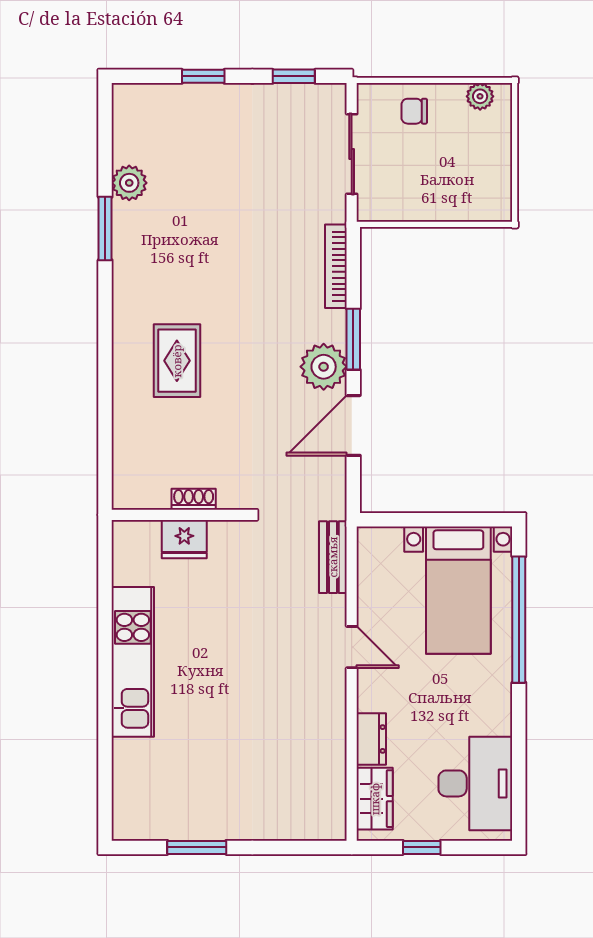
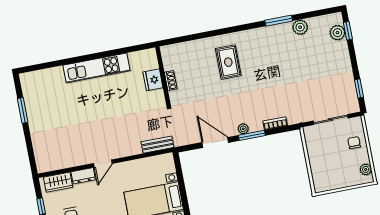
window: (203, 76) -> (348, 31), moved
plant: (158, 101) -> (337, 33), added
bookcase: (336, 266) -> (275, 123), width x0.64
rug: (177, 361) -> (228, 62), turned 90
plant: (324, 367) -> (243, 129), width x0.53, depth x0.53
door: (352, 647) -> (103, 163), moved

